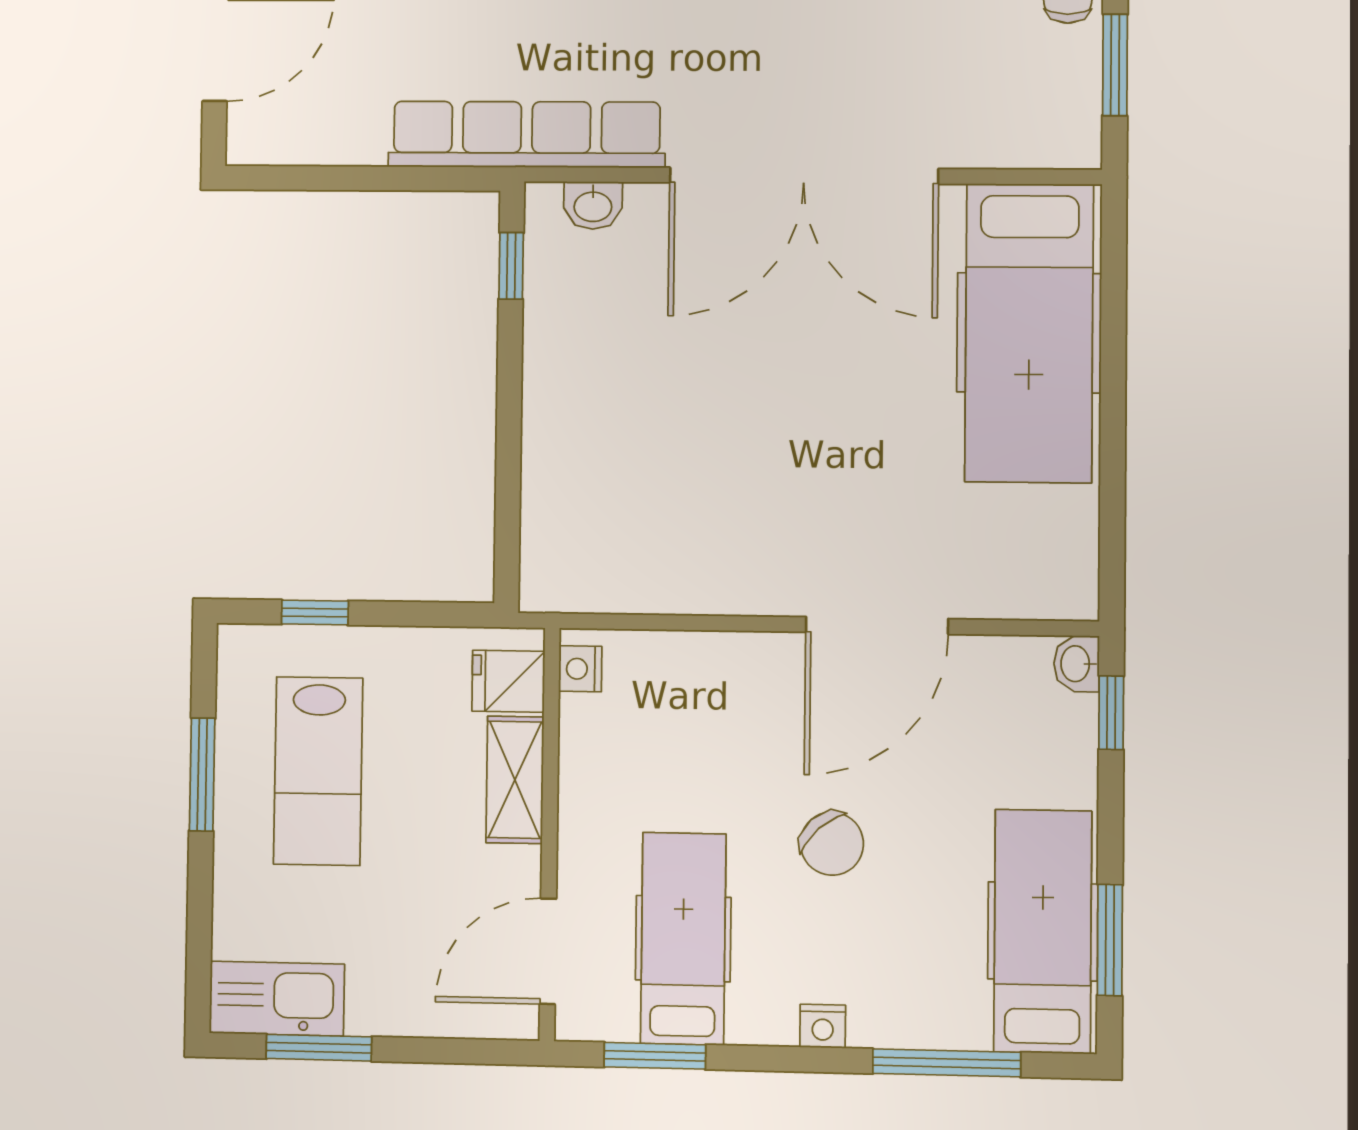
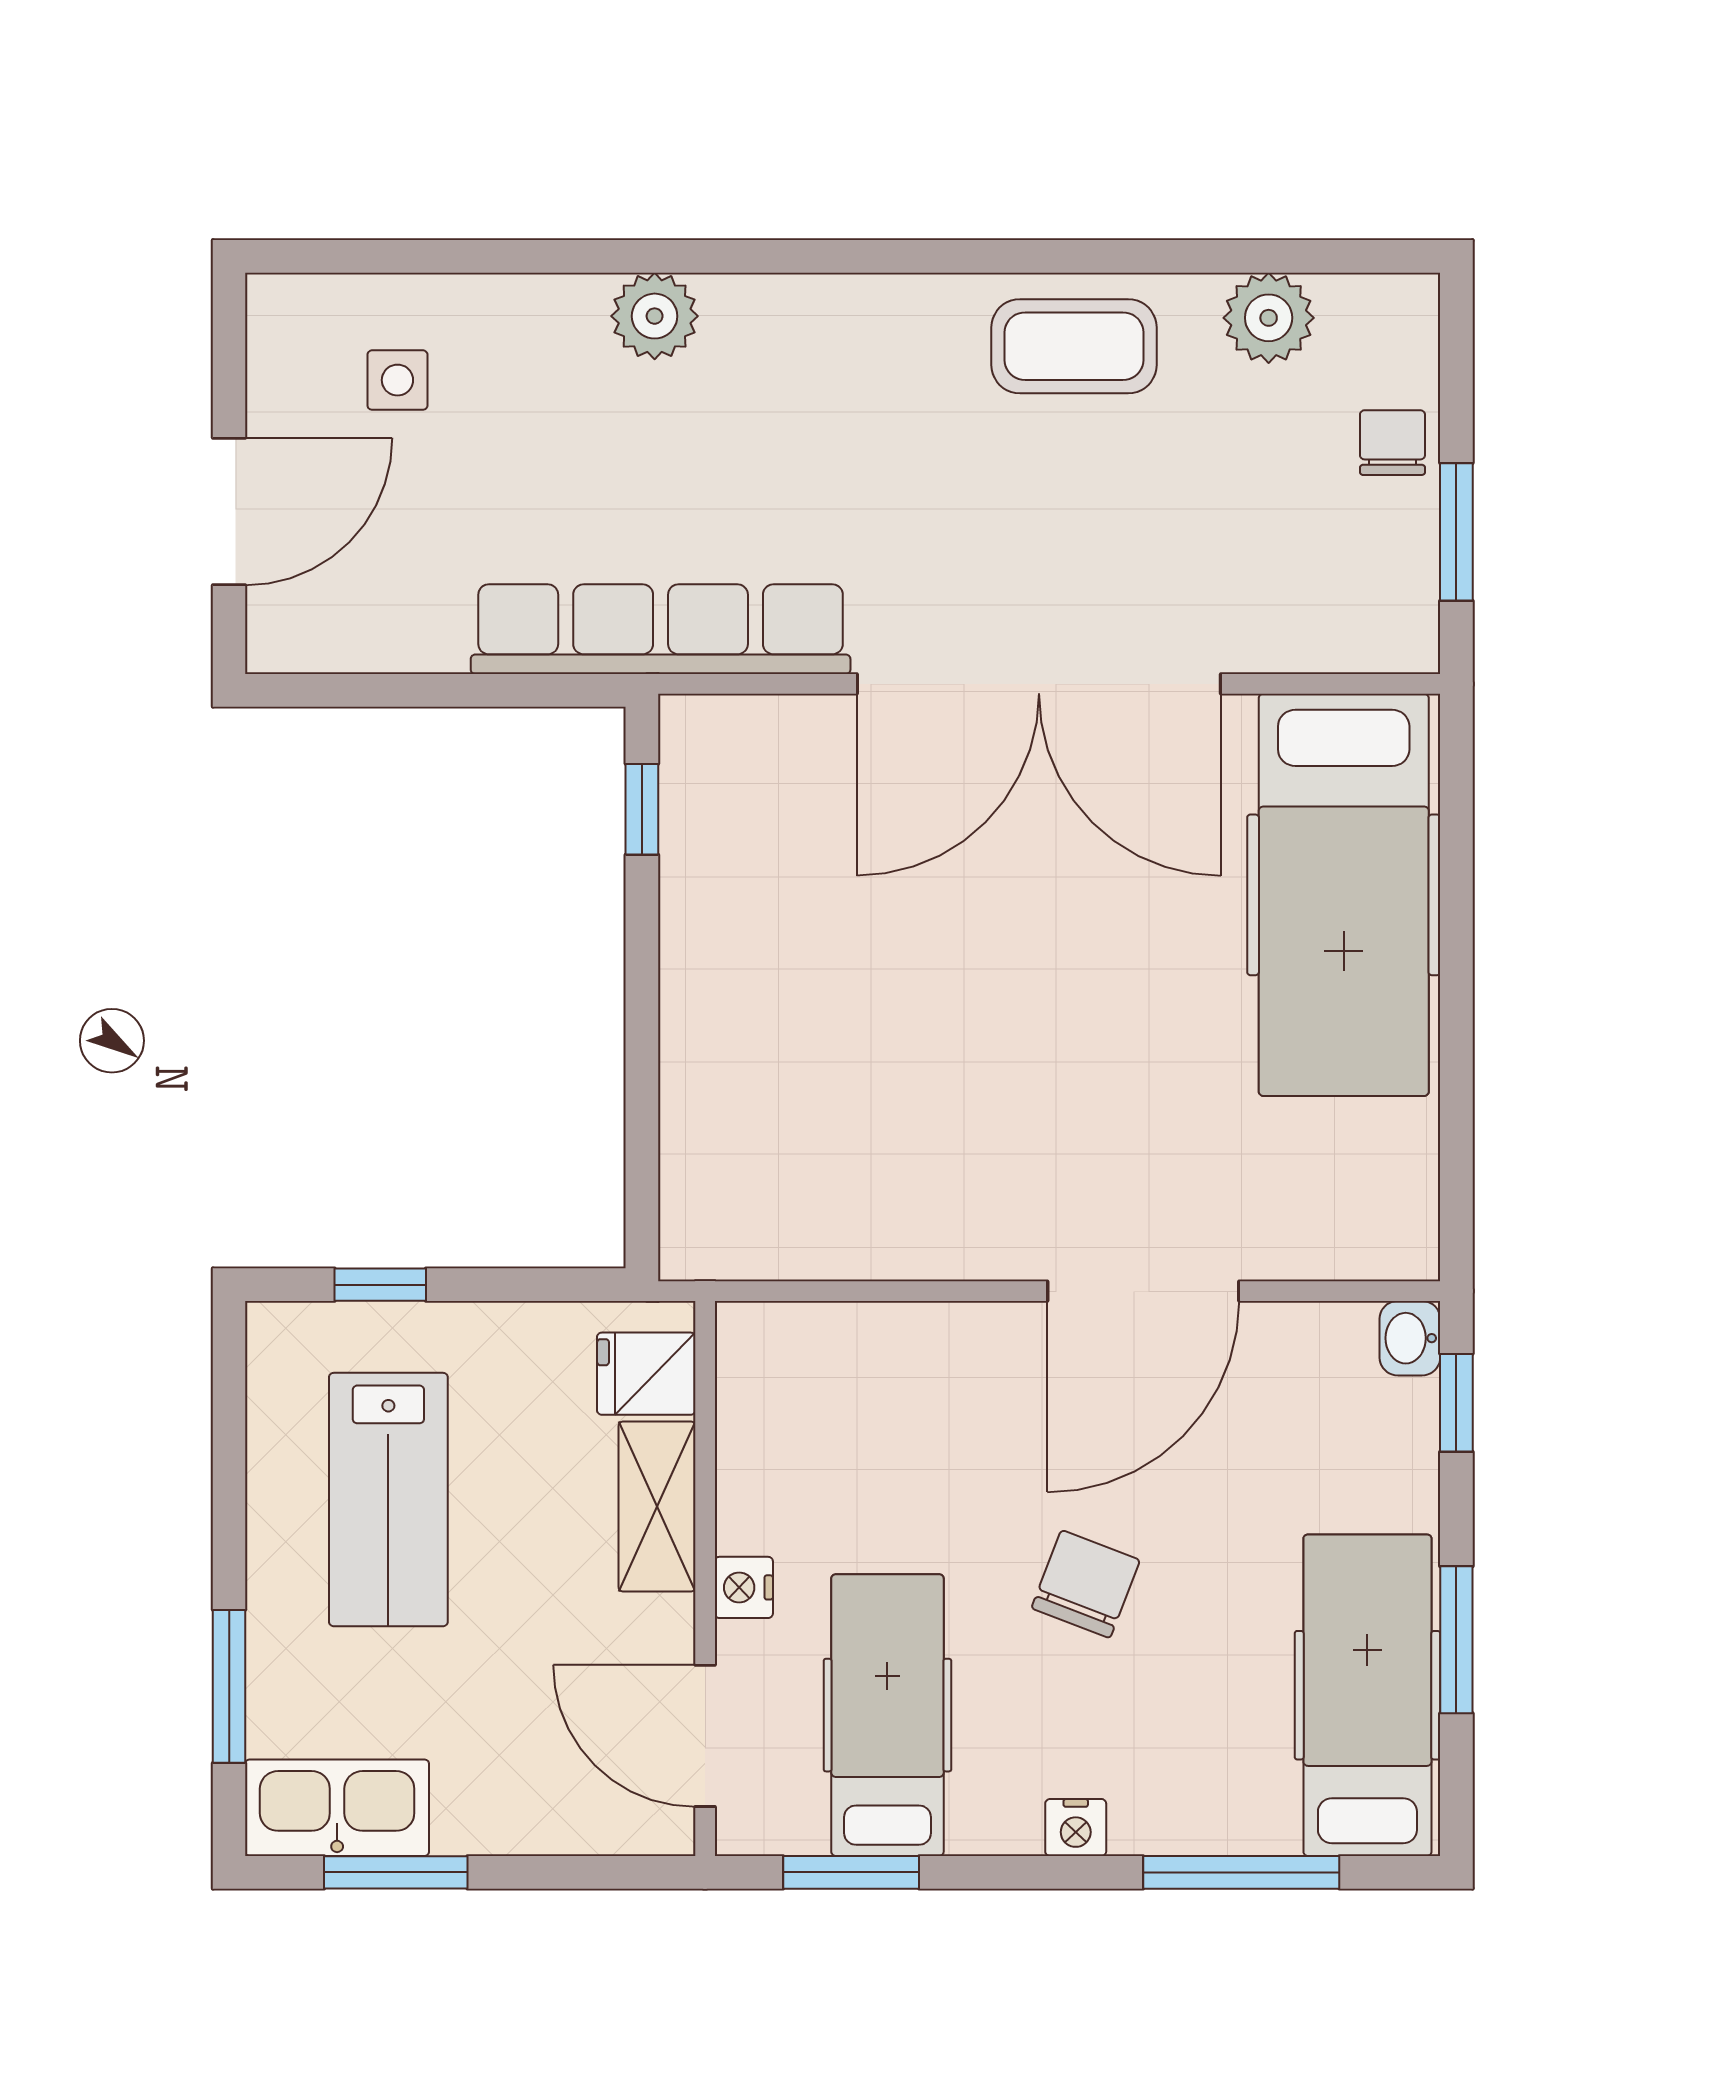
washbasin: (593, 205) -> (753, 726), removed
nightstand: (580, 669) -> (744, 1587), moved
window: (202, 775) -> (229, 1686), moved
chair: (832, 844) -> (1086, 1584), turned -117
window: (1110, 940) -> (1456, 1640), moved
door: (548, 951) -> (705, 1736), hinge flipped

